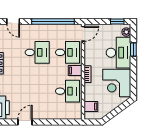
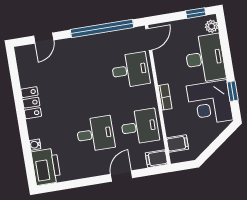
door: (13, 22) -> (44, 38), hinge flipped
window: (133, 49) -> (233, 91), moved
desk: (37, 52) -> (95, 134), moved
filing cabinet: (75, 71) -> (156, 159), moved
door: (25, 122) -> (121, 176), moved

